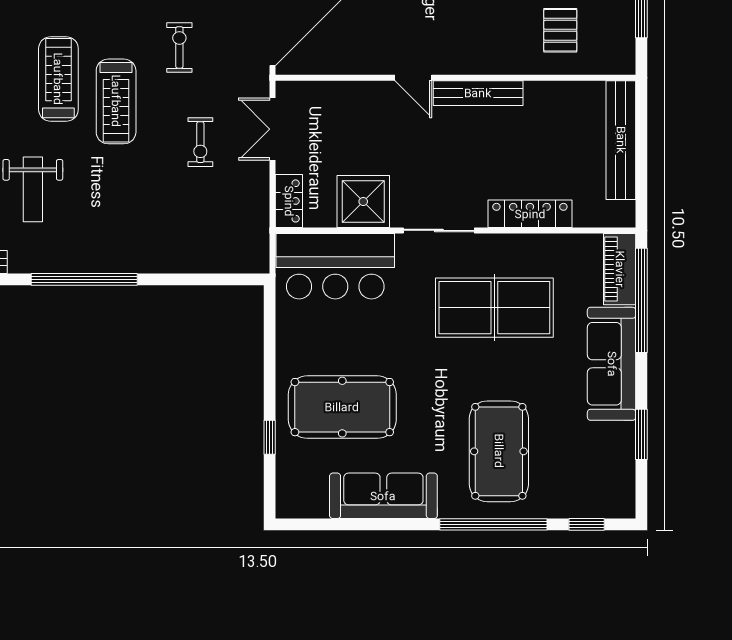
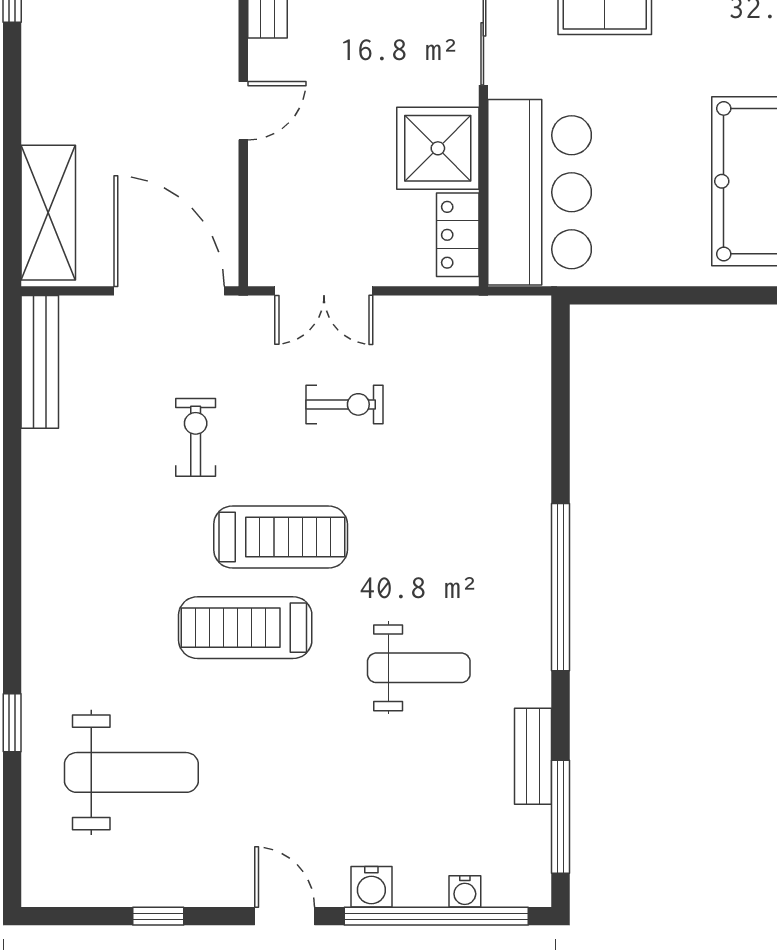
exercise bike: (179, 47) -> (196, 437), turned 90
door: (413, 78) -> (243, 111), moved
locker: (289, 201) -> (458, 235), moved, turned -90

